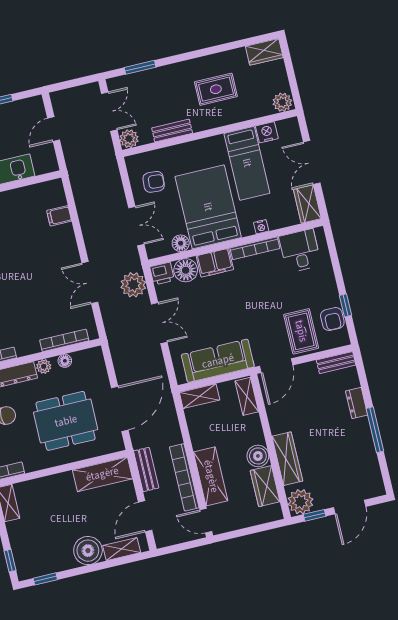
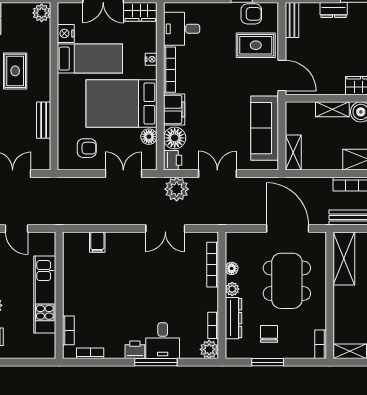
plant: (129, 139) -> (42, 161), removed
armchair: (154, 182) -> (87, 148), turned 86
shelving: (247, 396) -> (332, 109), moved

